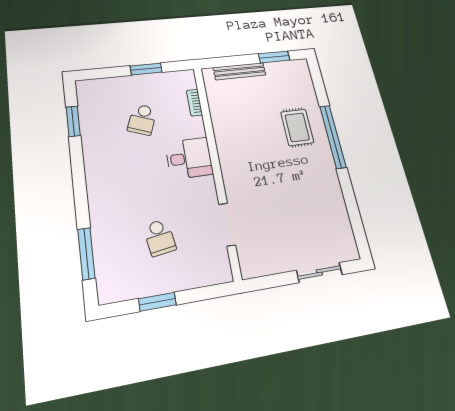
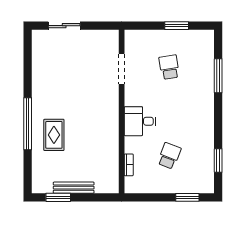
window: (146, 69) -> (187, 197), moved
bench: (240, 71) -> (74, 188), moved
window: (86, 254) -> (218, 76), moved

